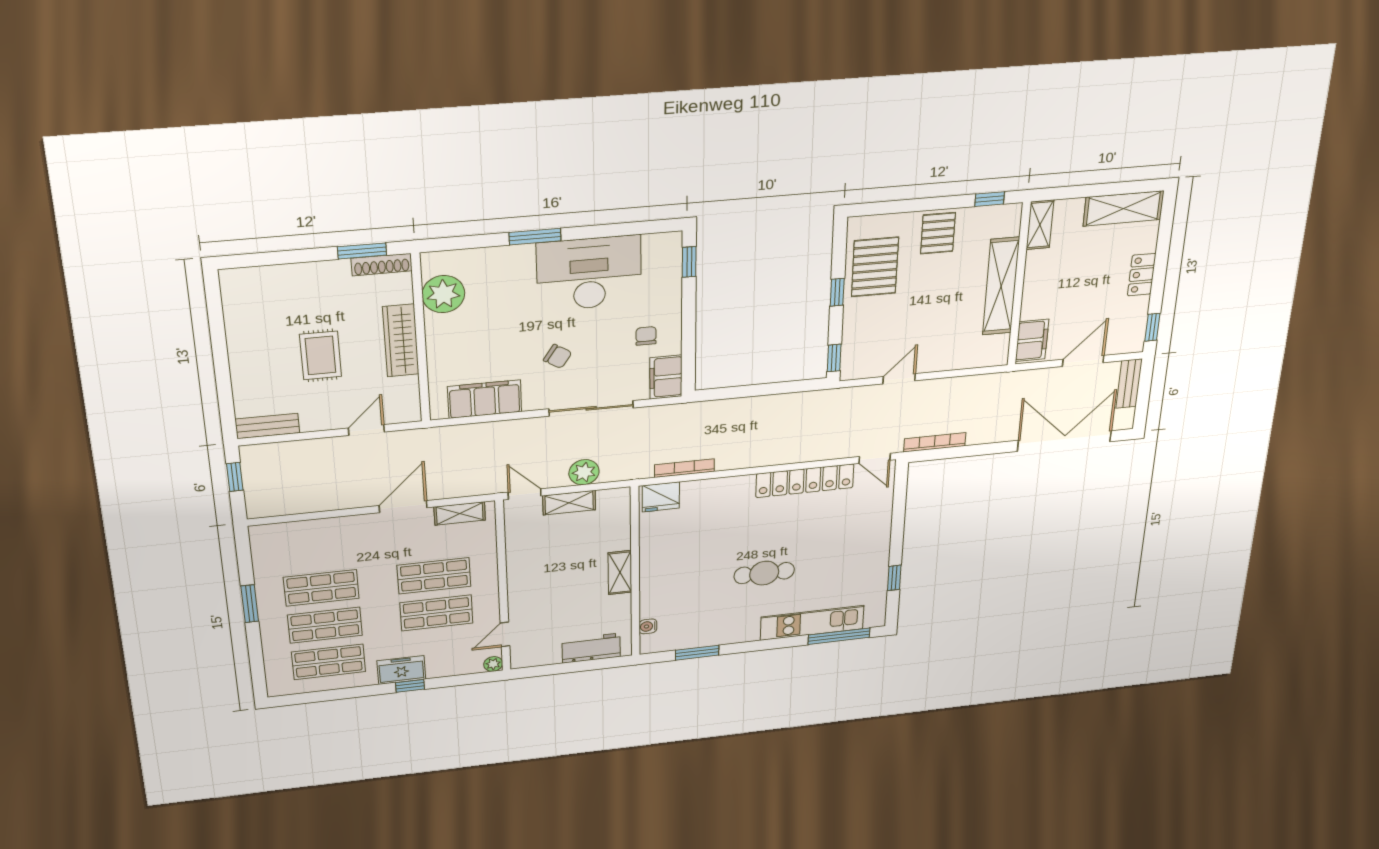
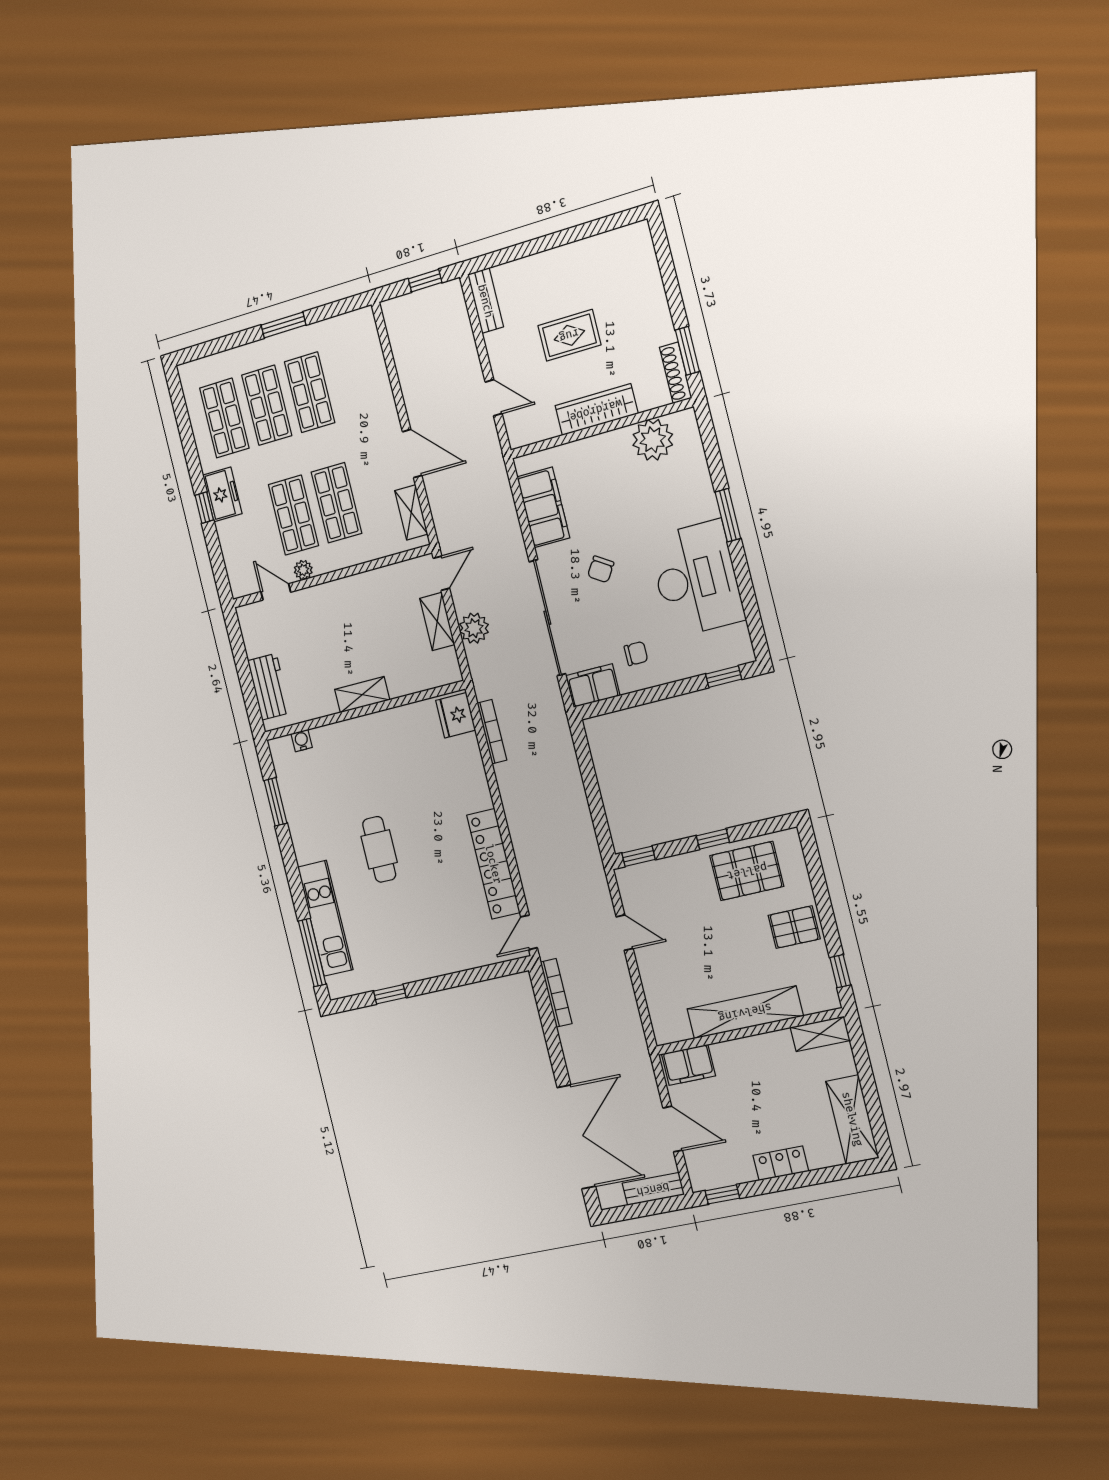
sliding door: (591, 408) -> (547, 618), width x1.36
plant: (493, 664) -> (303, 570), moved

